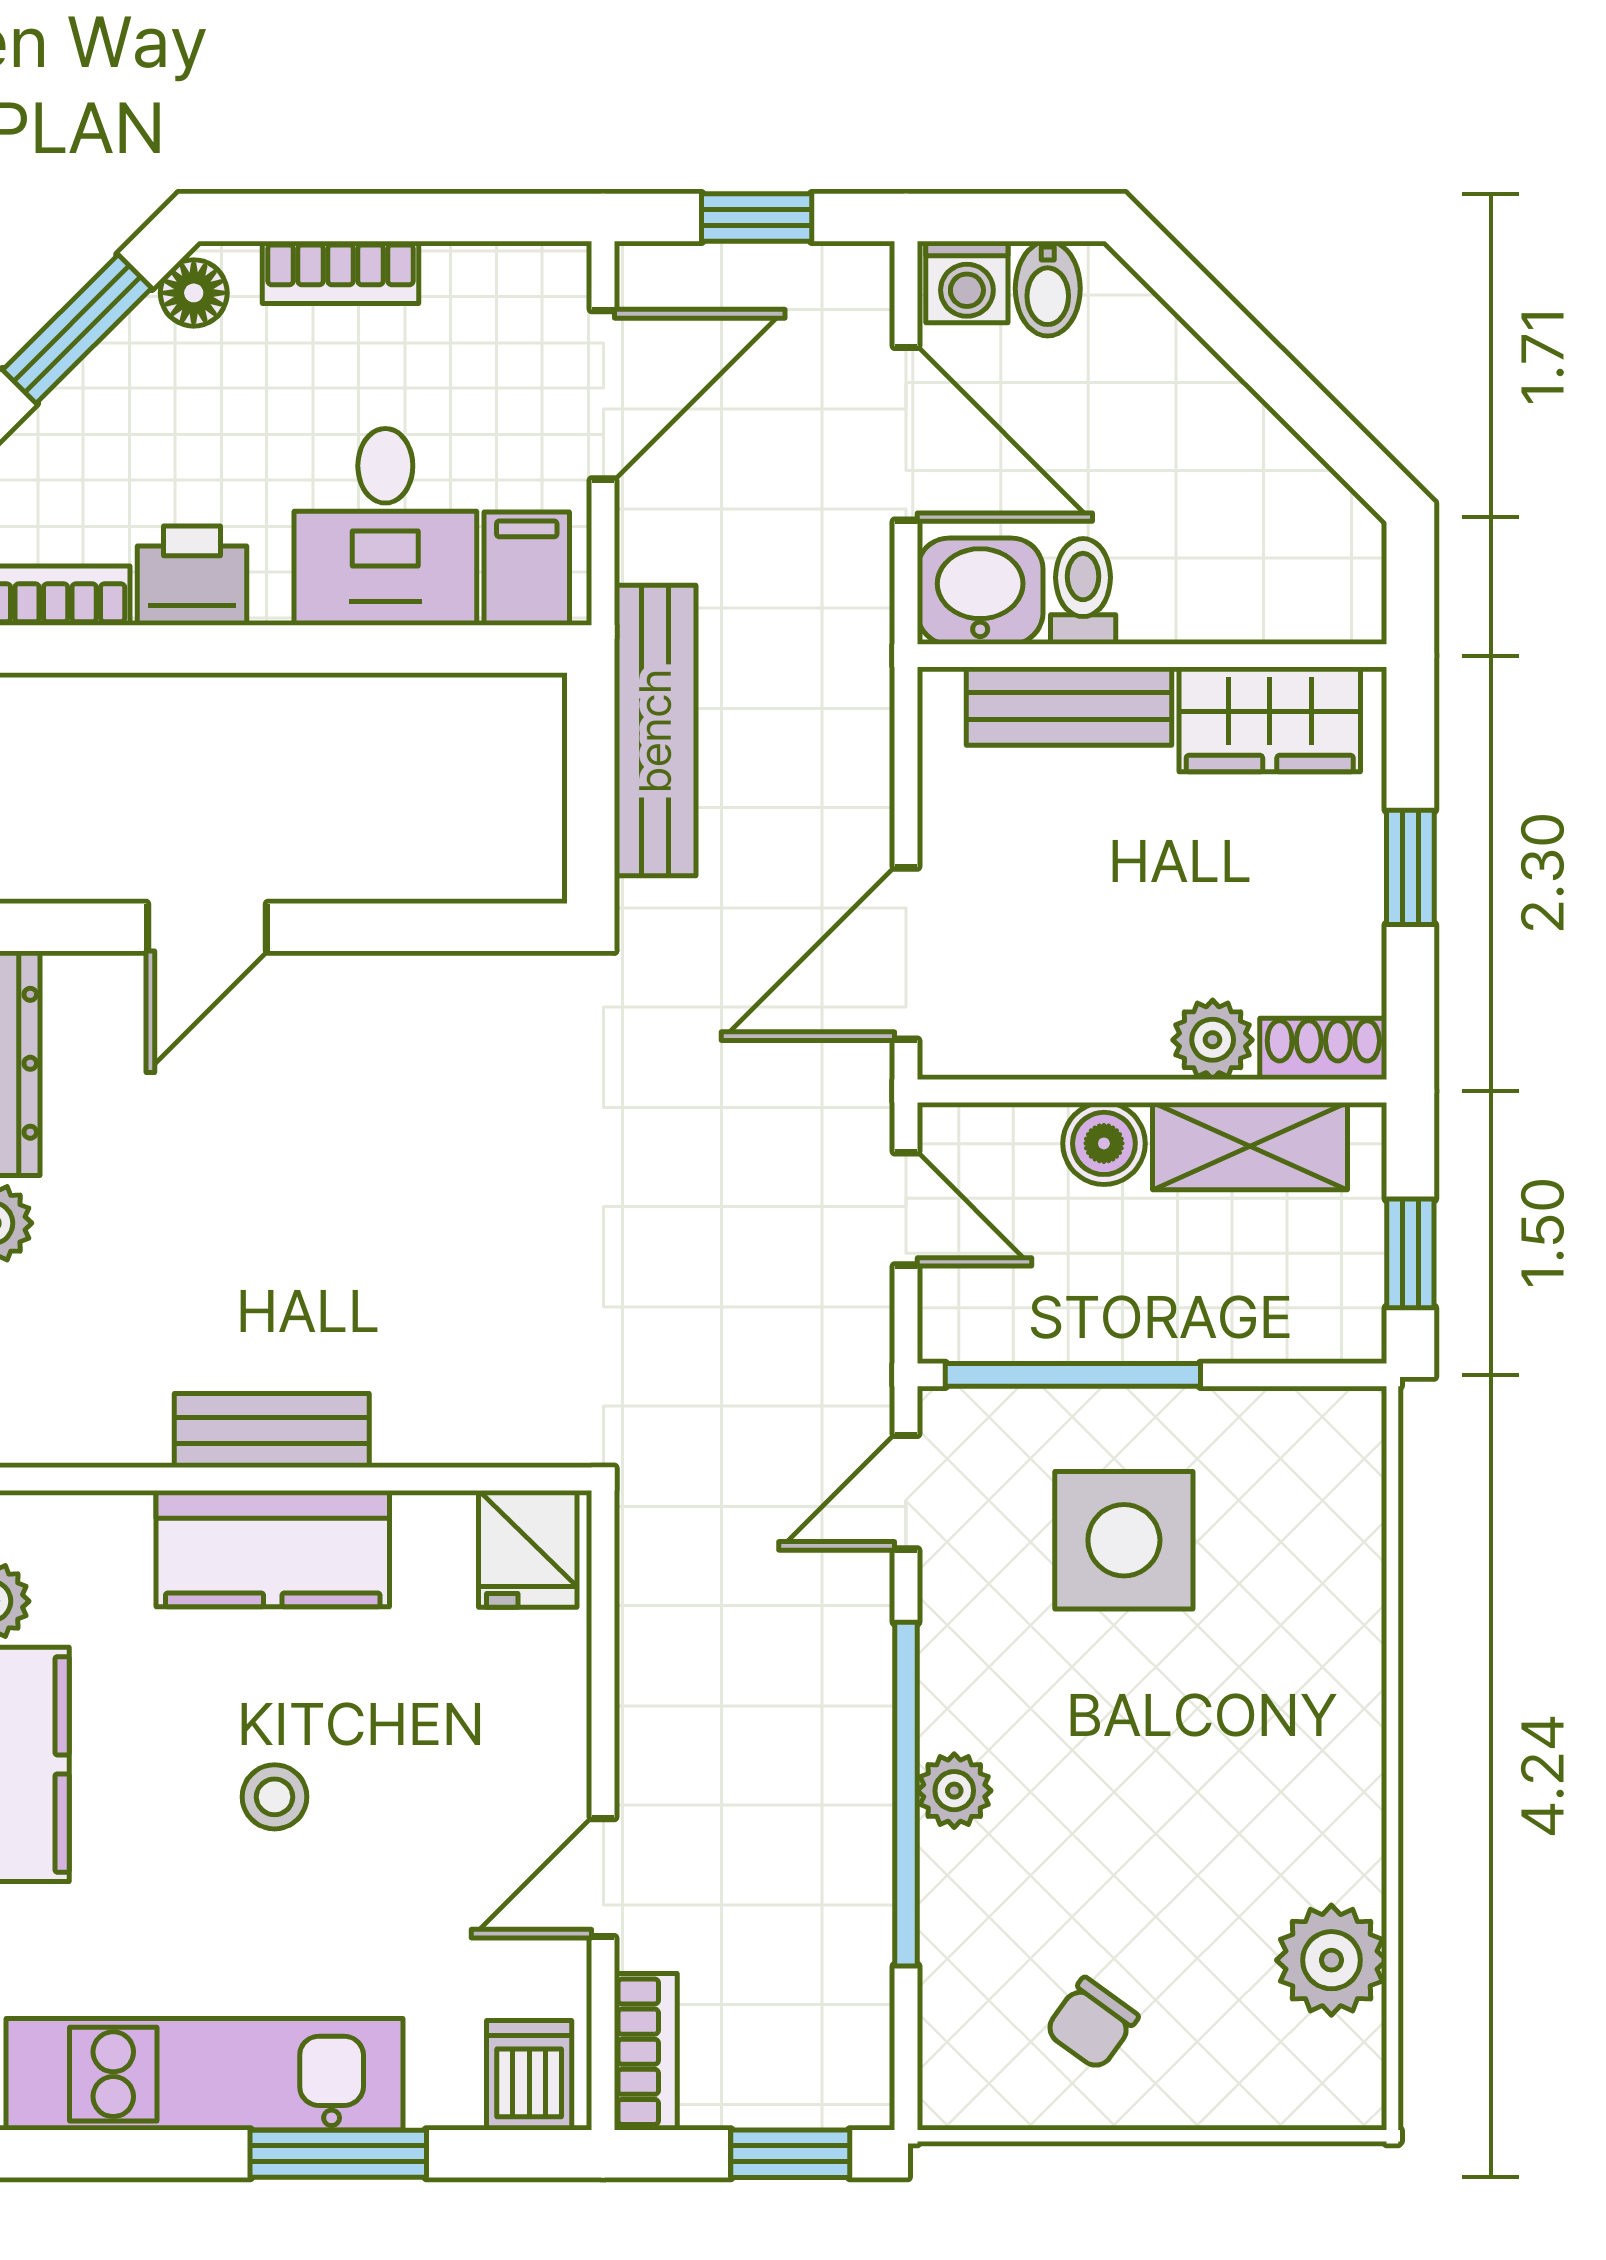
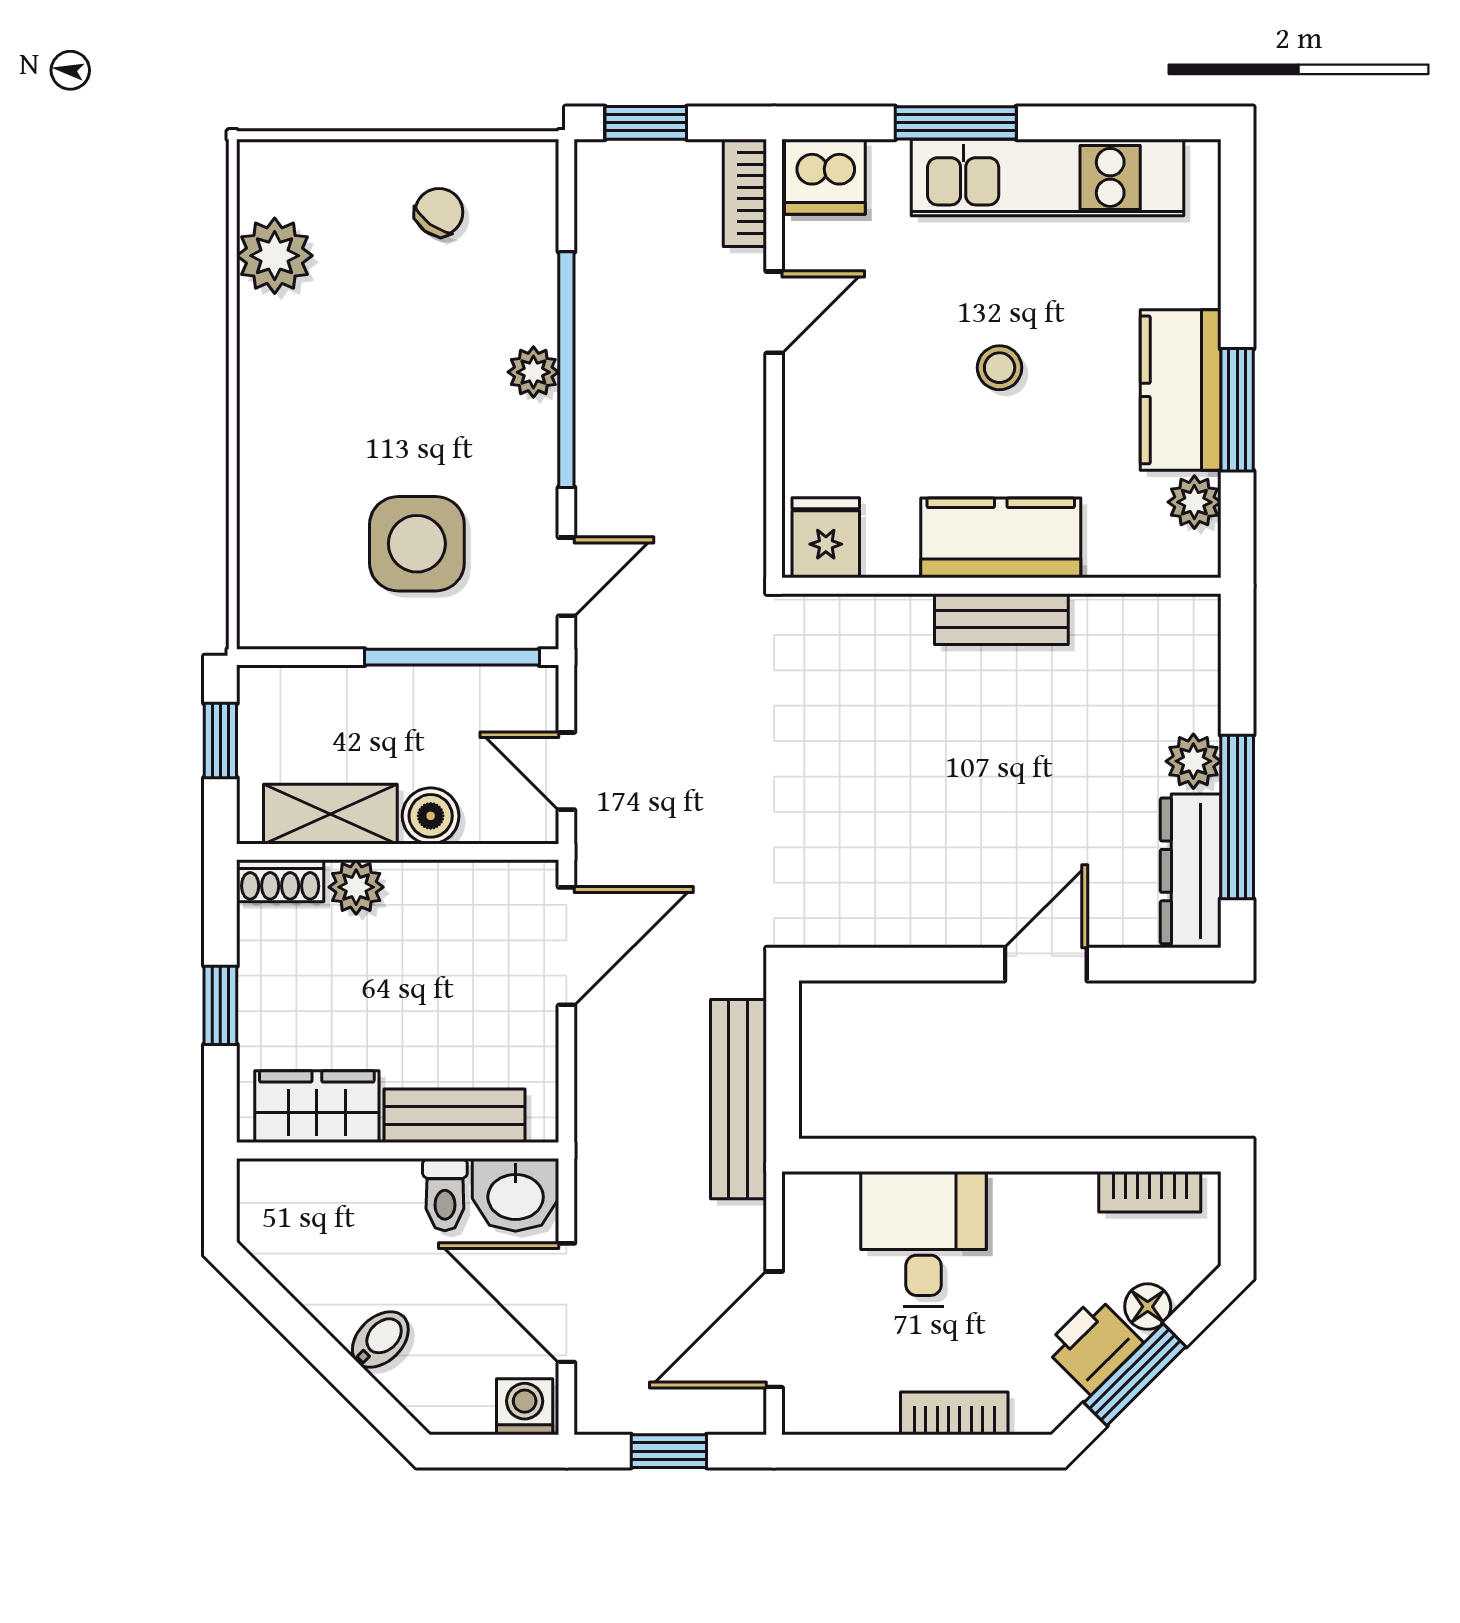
bidet: (1048, 289) -> (380, 1339), moved, turned 45
floor lamp: (194, 293) -> (1148, 1307), moved
filing cabinet: (527, 569) -> (827, 1210), removed
printer: (192, 576) -> (1093, 1345), moved, turned 135
dishwasher: (529, 2075) -> (825, 177), width x1.38

